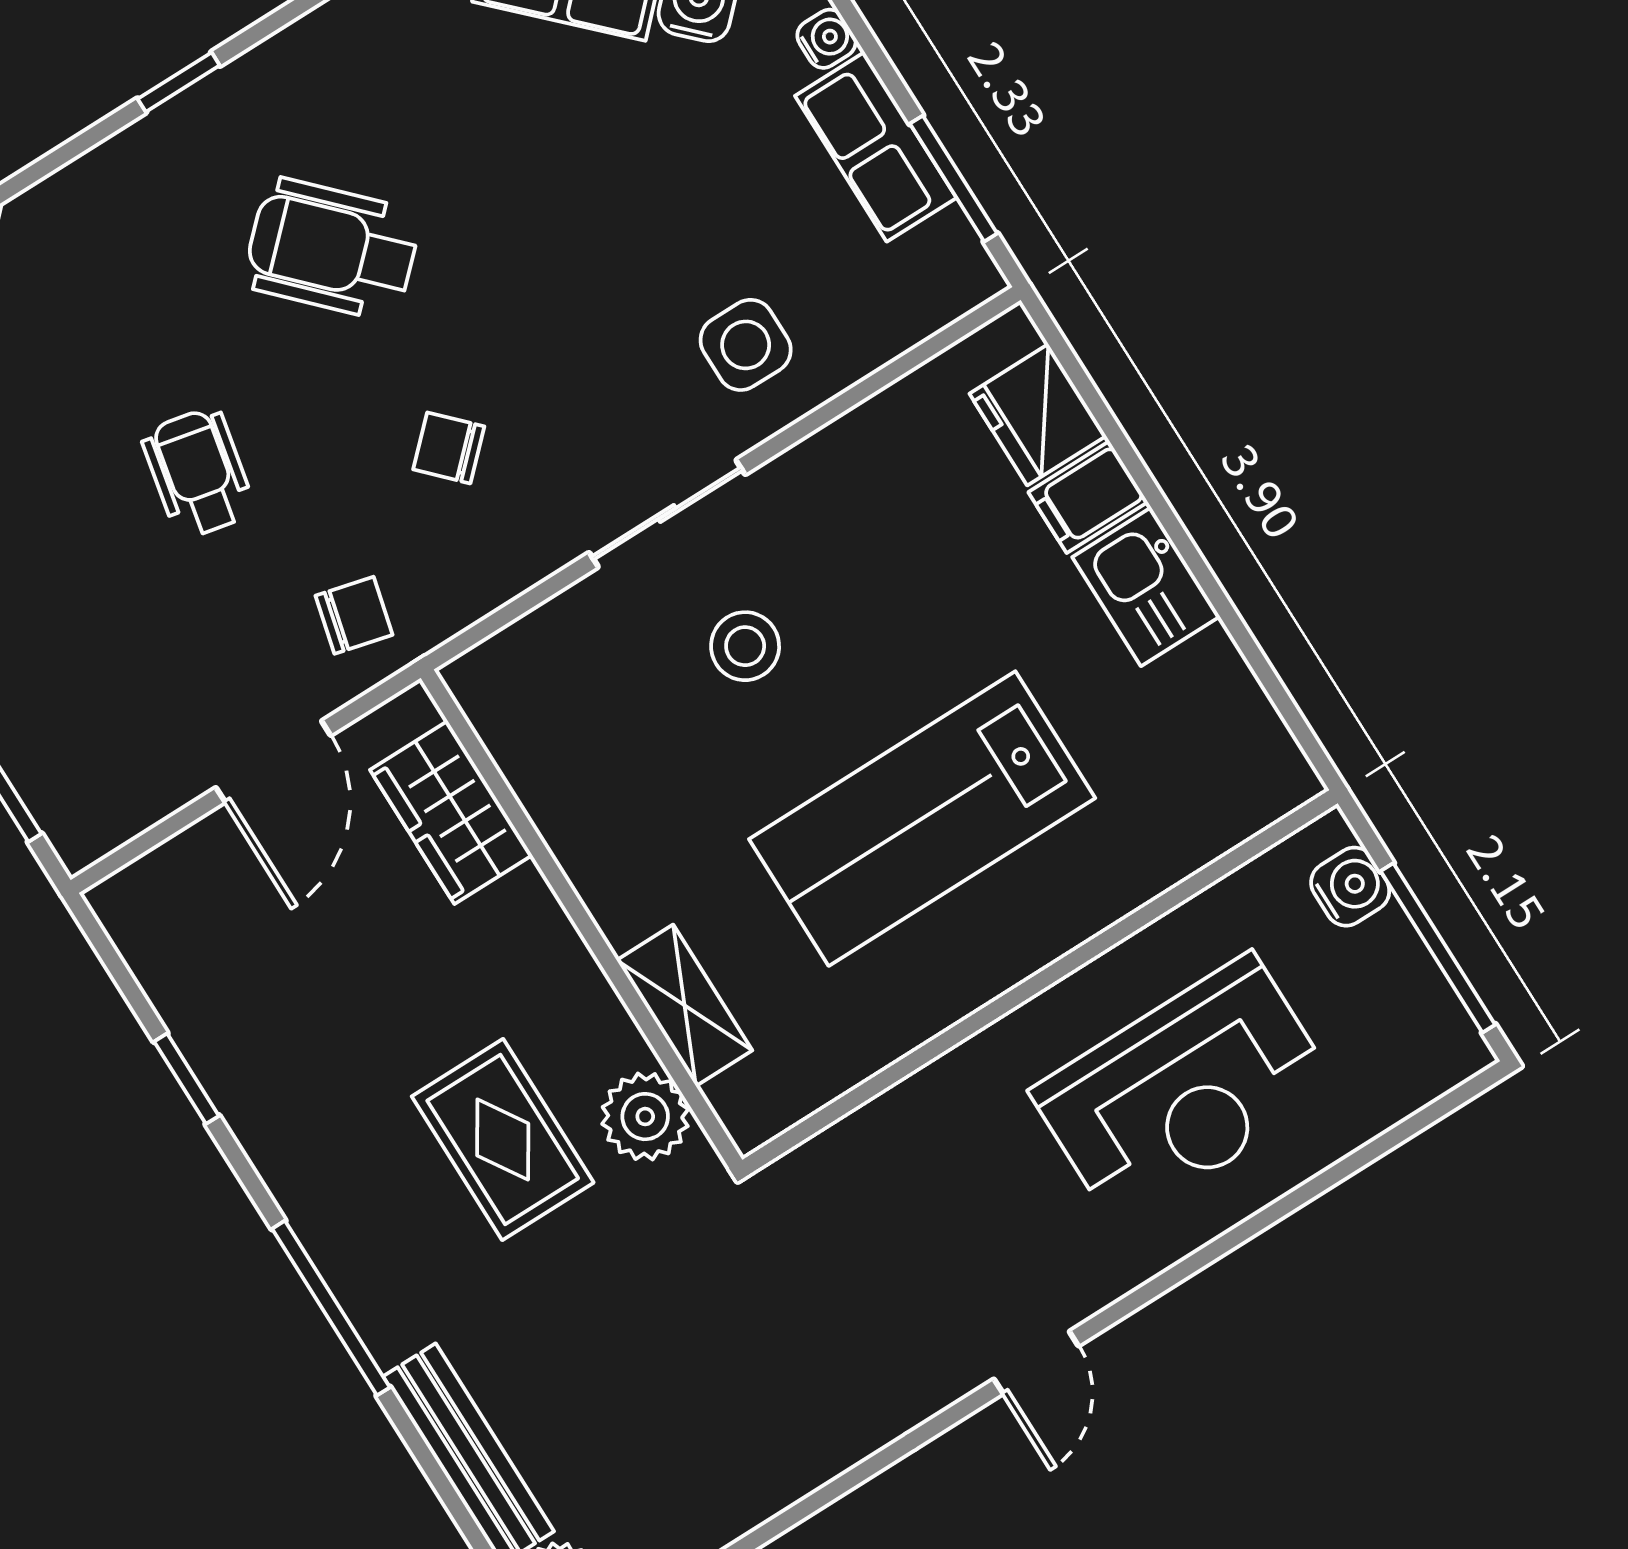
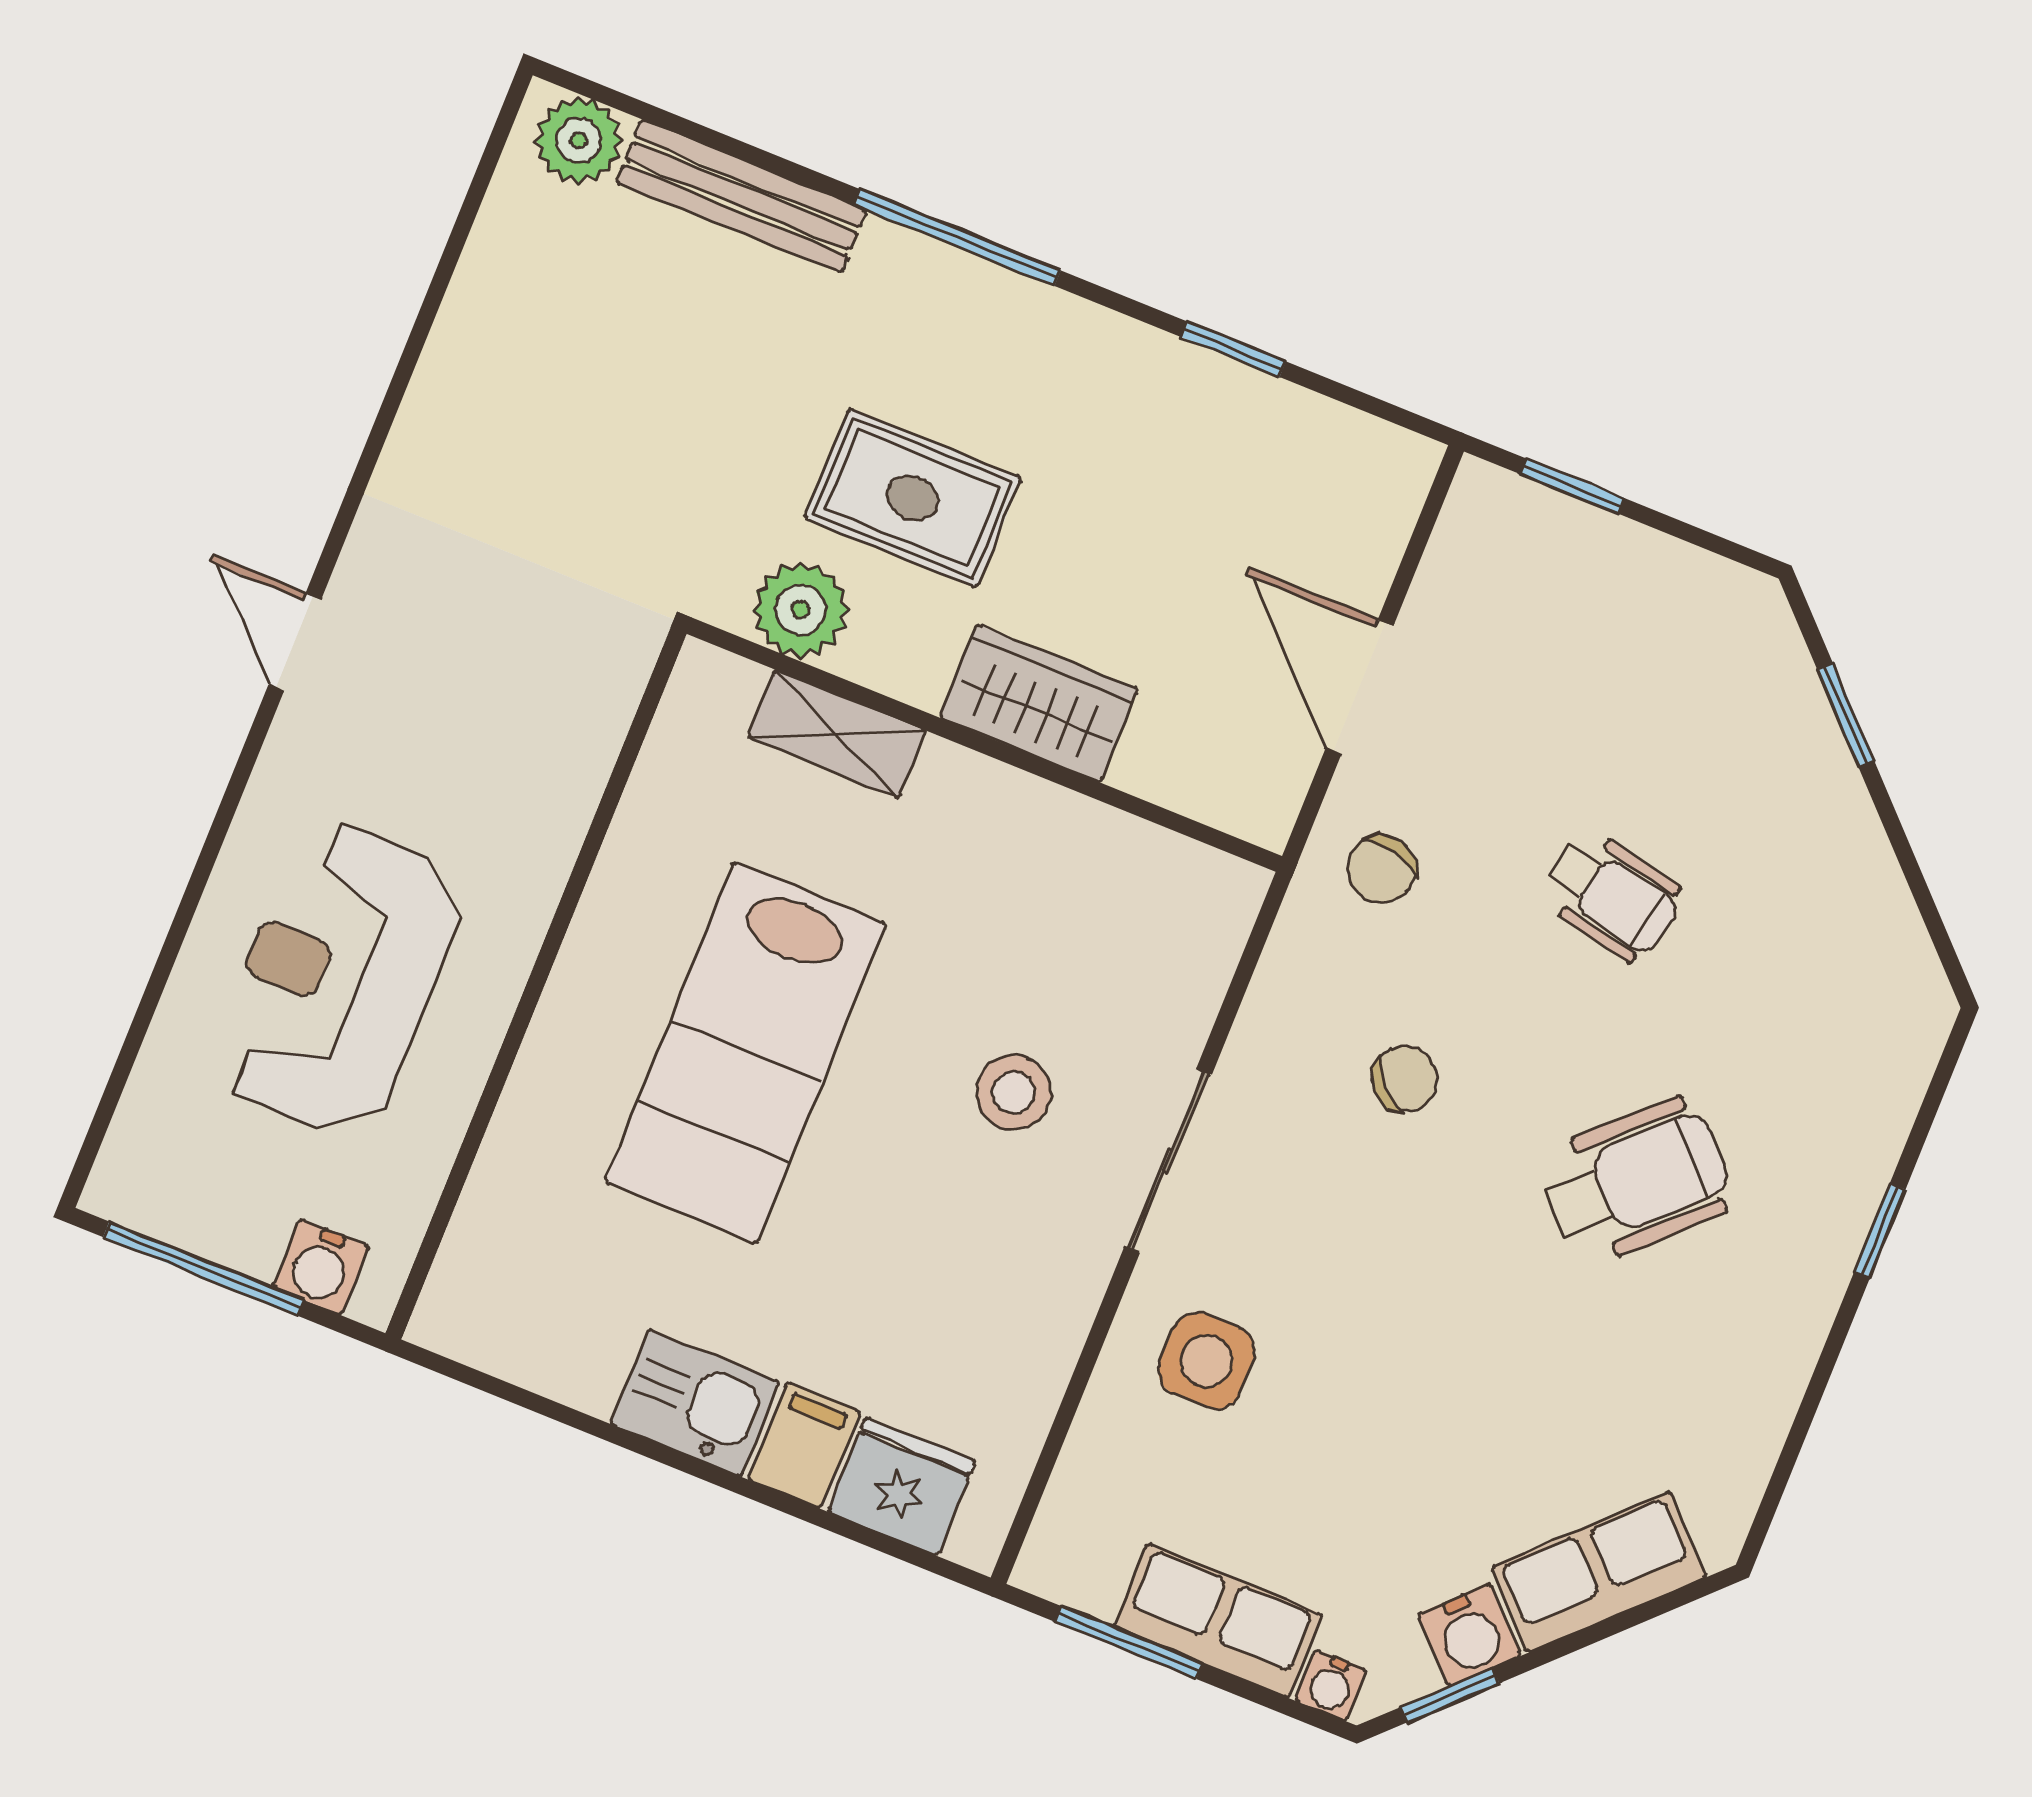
wardrobe: (451, 812) -> (1039, 703), moved
lab bench: (922, 819) -> (745, 1053), turned 180

